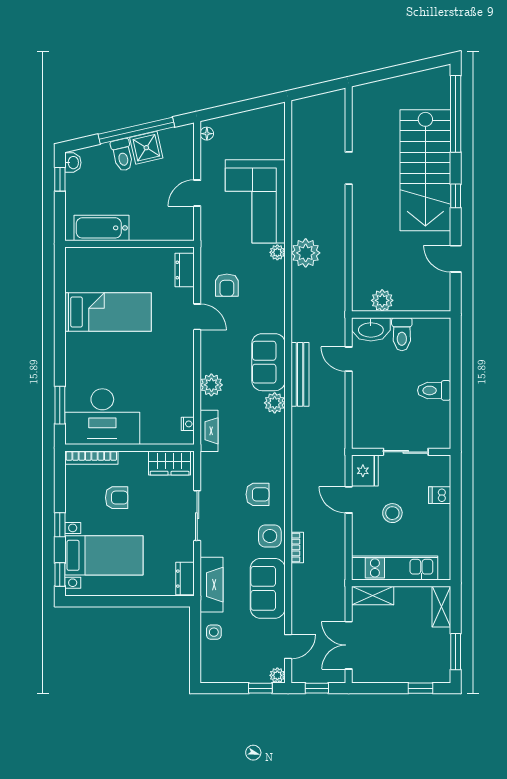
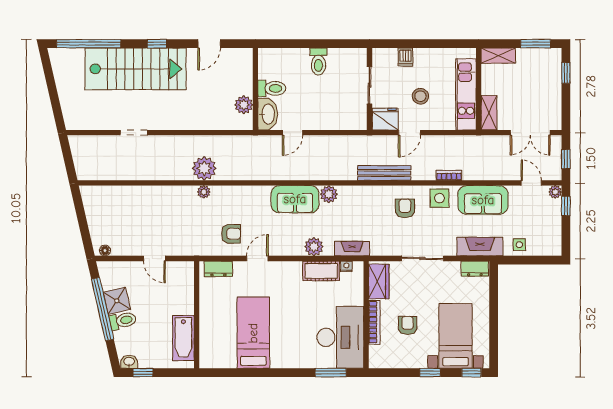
corner sofa: (255, 201) -> (161, 210), removed
bench: (300, 374) -> (384, 173), moved
cot: (182, 394) -> (321, 271), added
bookcase: (91, 458) -> (374, 322), moved

